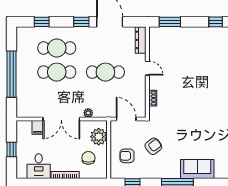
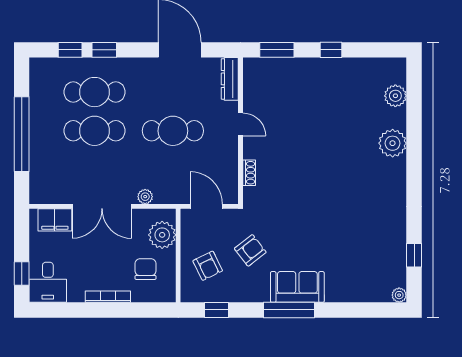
window: (81, 22) -> (104, 50), moved
window: (216, 22) -> (331, 50), moved
filing cabinet: (37, 127) -> (55, 220), width x2.00
window: (12, 149) -> (22, 274), moved
armchair: (127, 156) -> (208, 266), turned -116
desk: (39, 166) -> (48, 282), moved
sofa: (197, 169) -> (297, 287), moved

